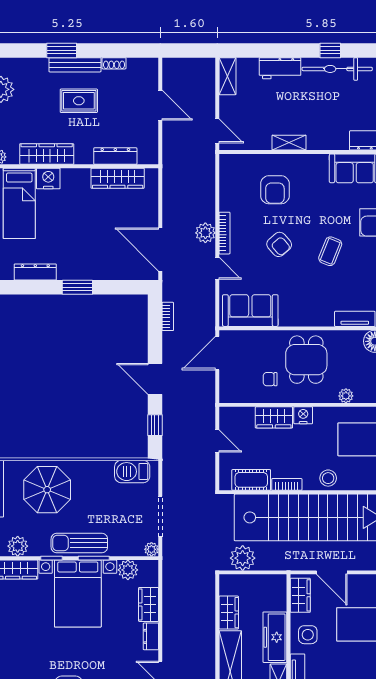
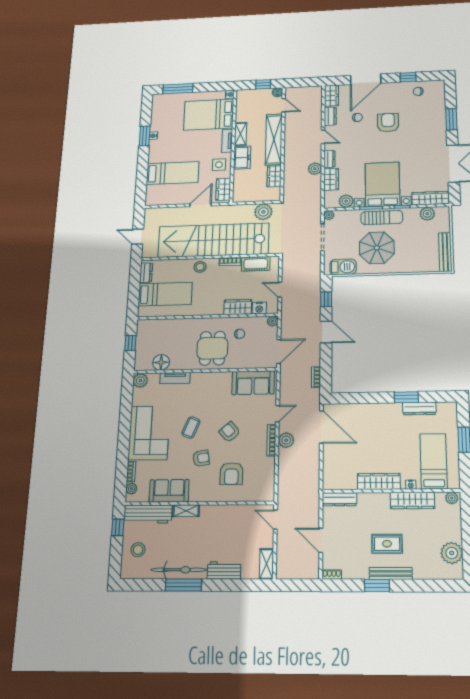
window: (62, 50) -> (377, 585), moved
window: (330, 50) -> (183, 585), width x2.17
shoe rack: (114, 63) -> (332, 575), moved
shelving: (289, 143) -> (186, 511), moved
dresser: (115, 156) -> (340, 499), moved
nightstand: (48, 178) -> (411, 485), width x0.53, depth x0.56
wardrobe: (118, 178) -> (379, 481), moved
armchair: (275, 190) -> (231, 474), turned 180
armchair: (315, 210) -> (201, 458), added
door: (217, 268) -> (278, 414), swing flipped
window: (77, 287) -> (406, 397), moved
plant: (346, 396) -> (273, 321), moved
nightstand: (303, 415) -> (259, 308), moved
parasol: (47, 490) -> (377, 248), moved
door: (332, 572) -> (200, 205), hinge flipped
plant: (171, 622) -> (315, 169), added
freezer: (275, 637) -> (242, 158), width x0.71

